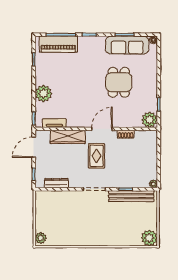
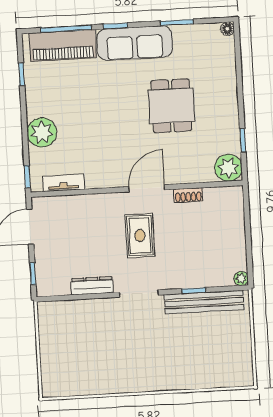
sofa: (127, 45) -> (135, 43), moved
wardrobe: (68, 137) -> (88, 206), removed
dresser: (56, 183) -> (92, 286), moved
plant: (41, 238) -> (51, 383), removed
plant: (149, 238) -> (239, 373), removed

